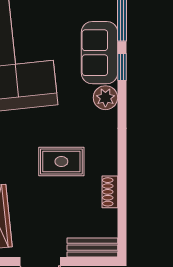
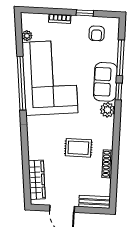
shoe rack: (110, 192) -> (107, 164), width x1.43

